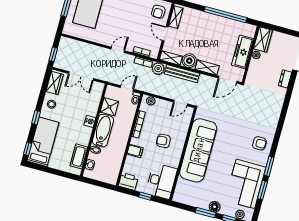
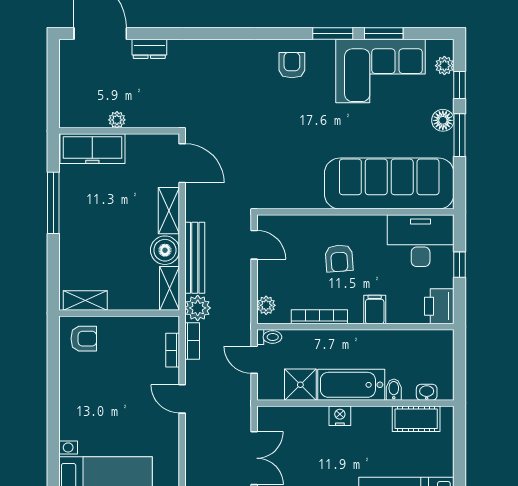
window: (225, 15) -> (53, 203), width x0.68
door: (165, 34) -> (124, 313), removed
wardrobe: (263, 40) -> (83, 114), removed
freezer: (242, 52) -> (92, 149), moved
sofa: (198, 150) -> (389, 184), moved

